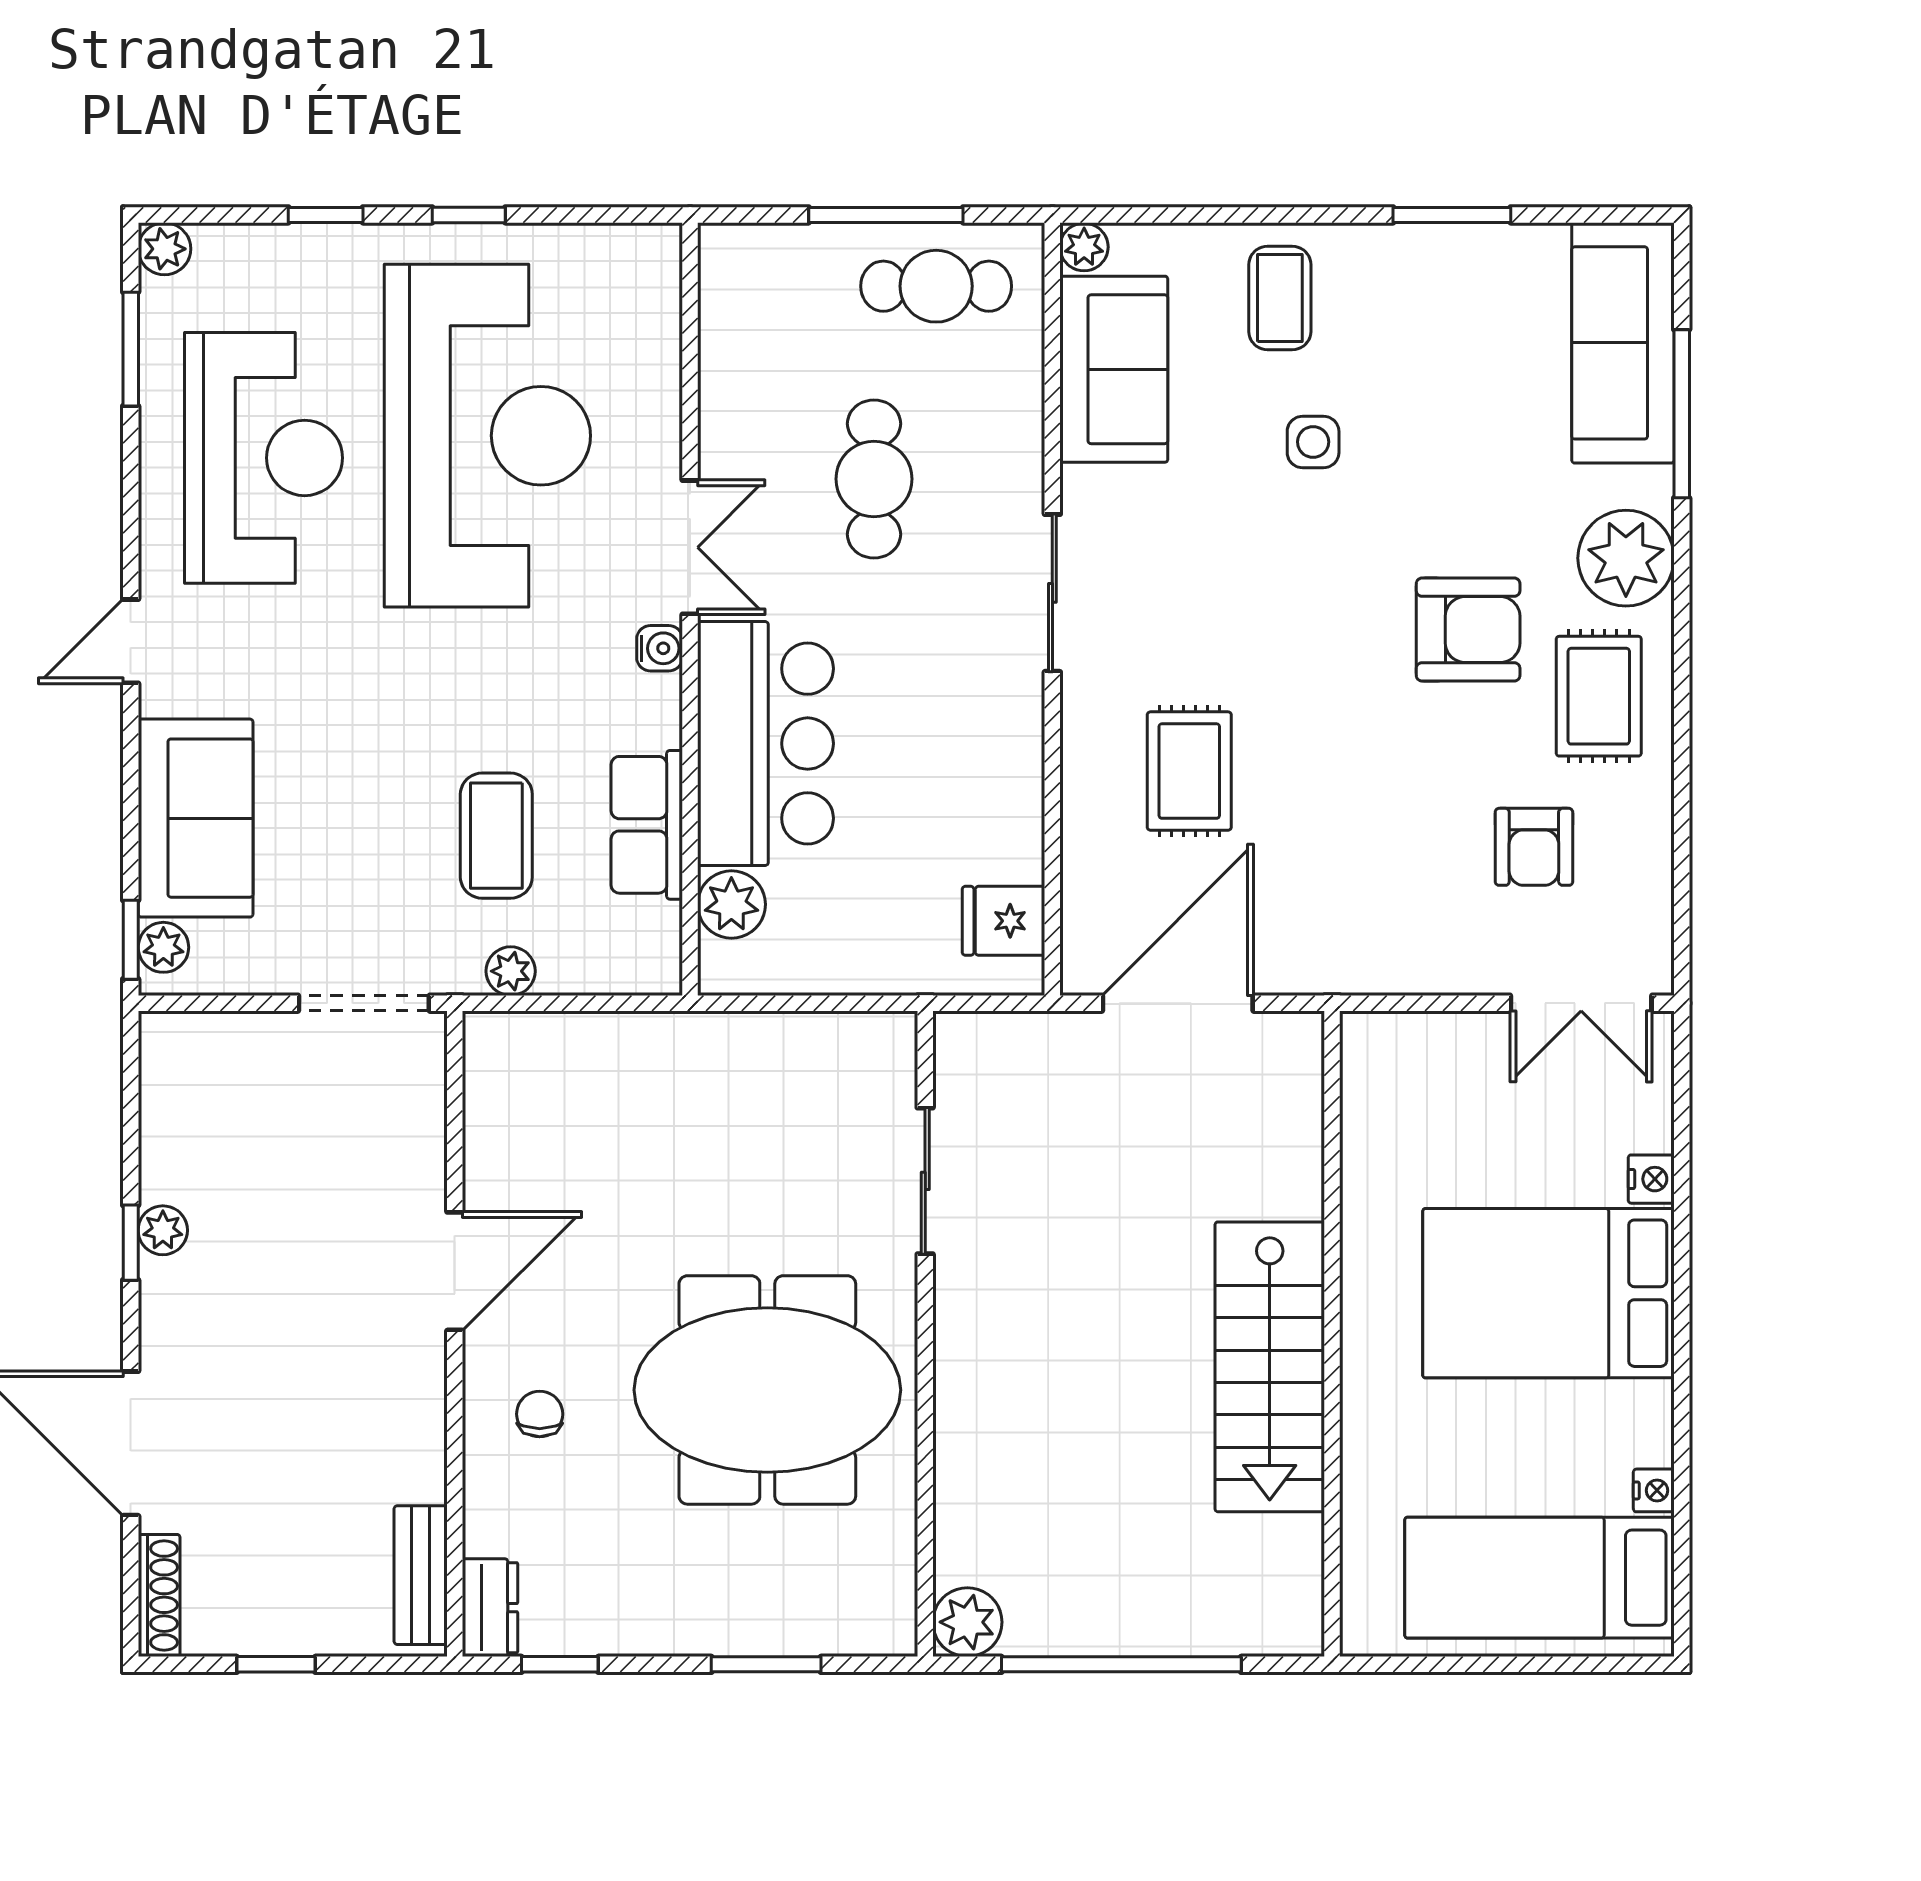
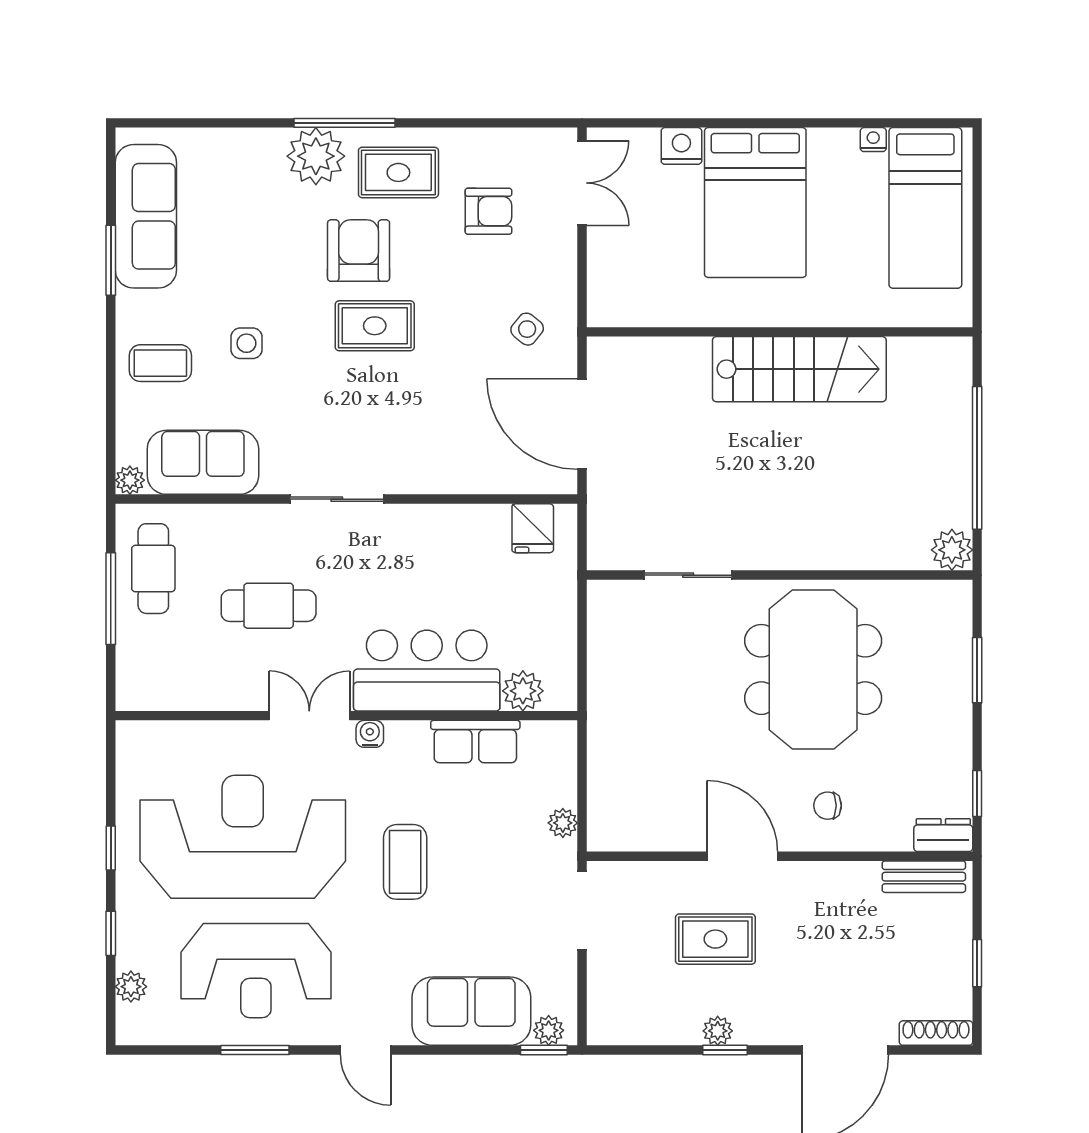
plant: (164, 249) -> (131, 987), moved
sofa: (1623, 343) -> (146, 216), moved, turned -90
window: (131, 349) -> (255, 1050), moved
window: (1682, 414) -> (344, 123), moved
reception desk: (263, 458) -> (256, 971), turned 180
rug: (1189, 771) -> (375, 326), moved
coffee table: (496, 836) -> (405, 862), moved, turned 90
side table: (1337, 911) -> (527, 329), added
nightstand: (1651, 1179) -> (681, 146), width x1.39, depth x1.35
rug: (316, 1226) -> (715, 939), added

